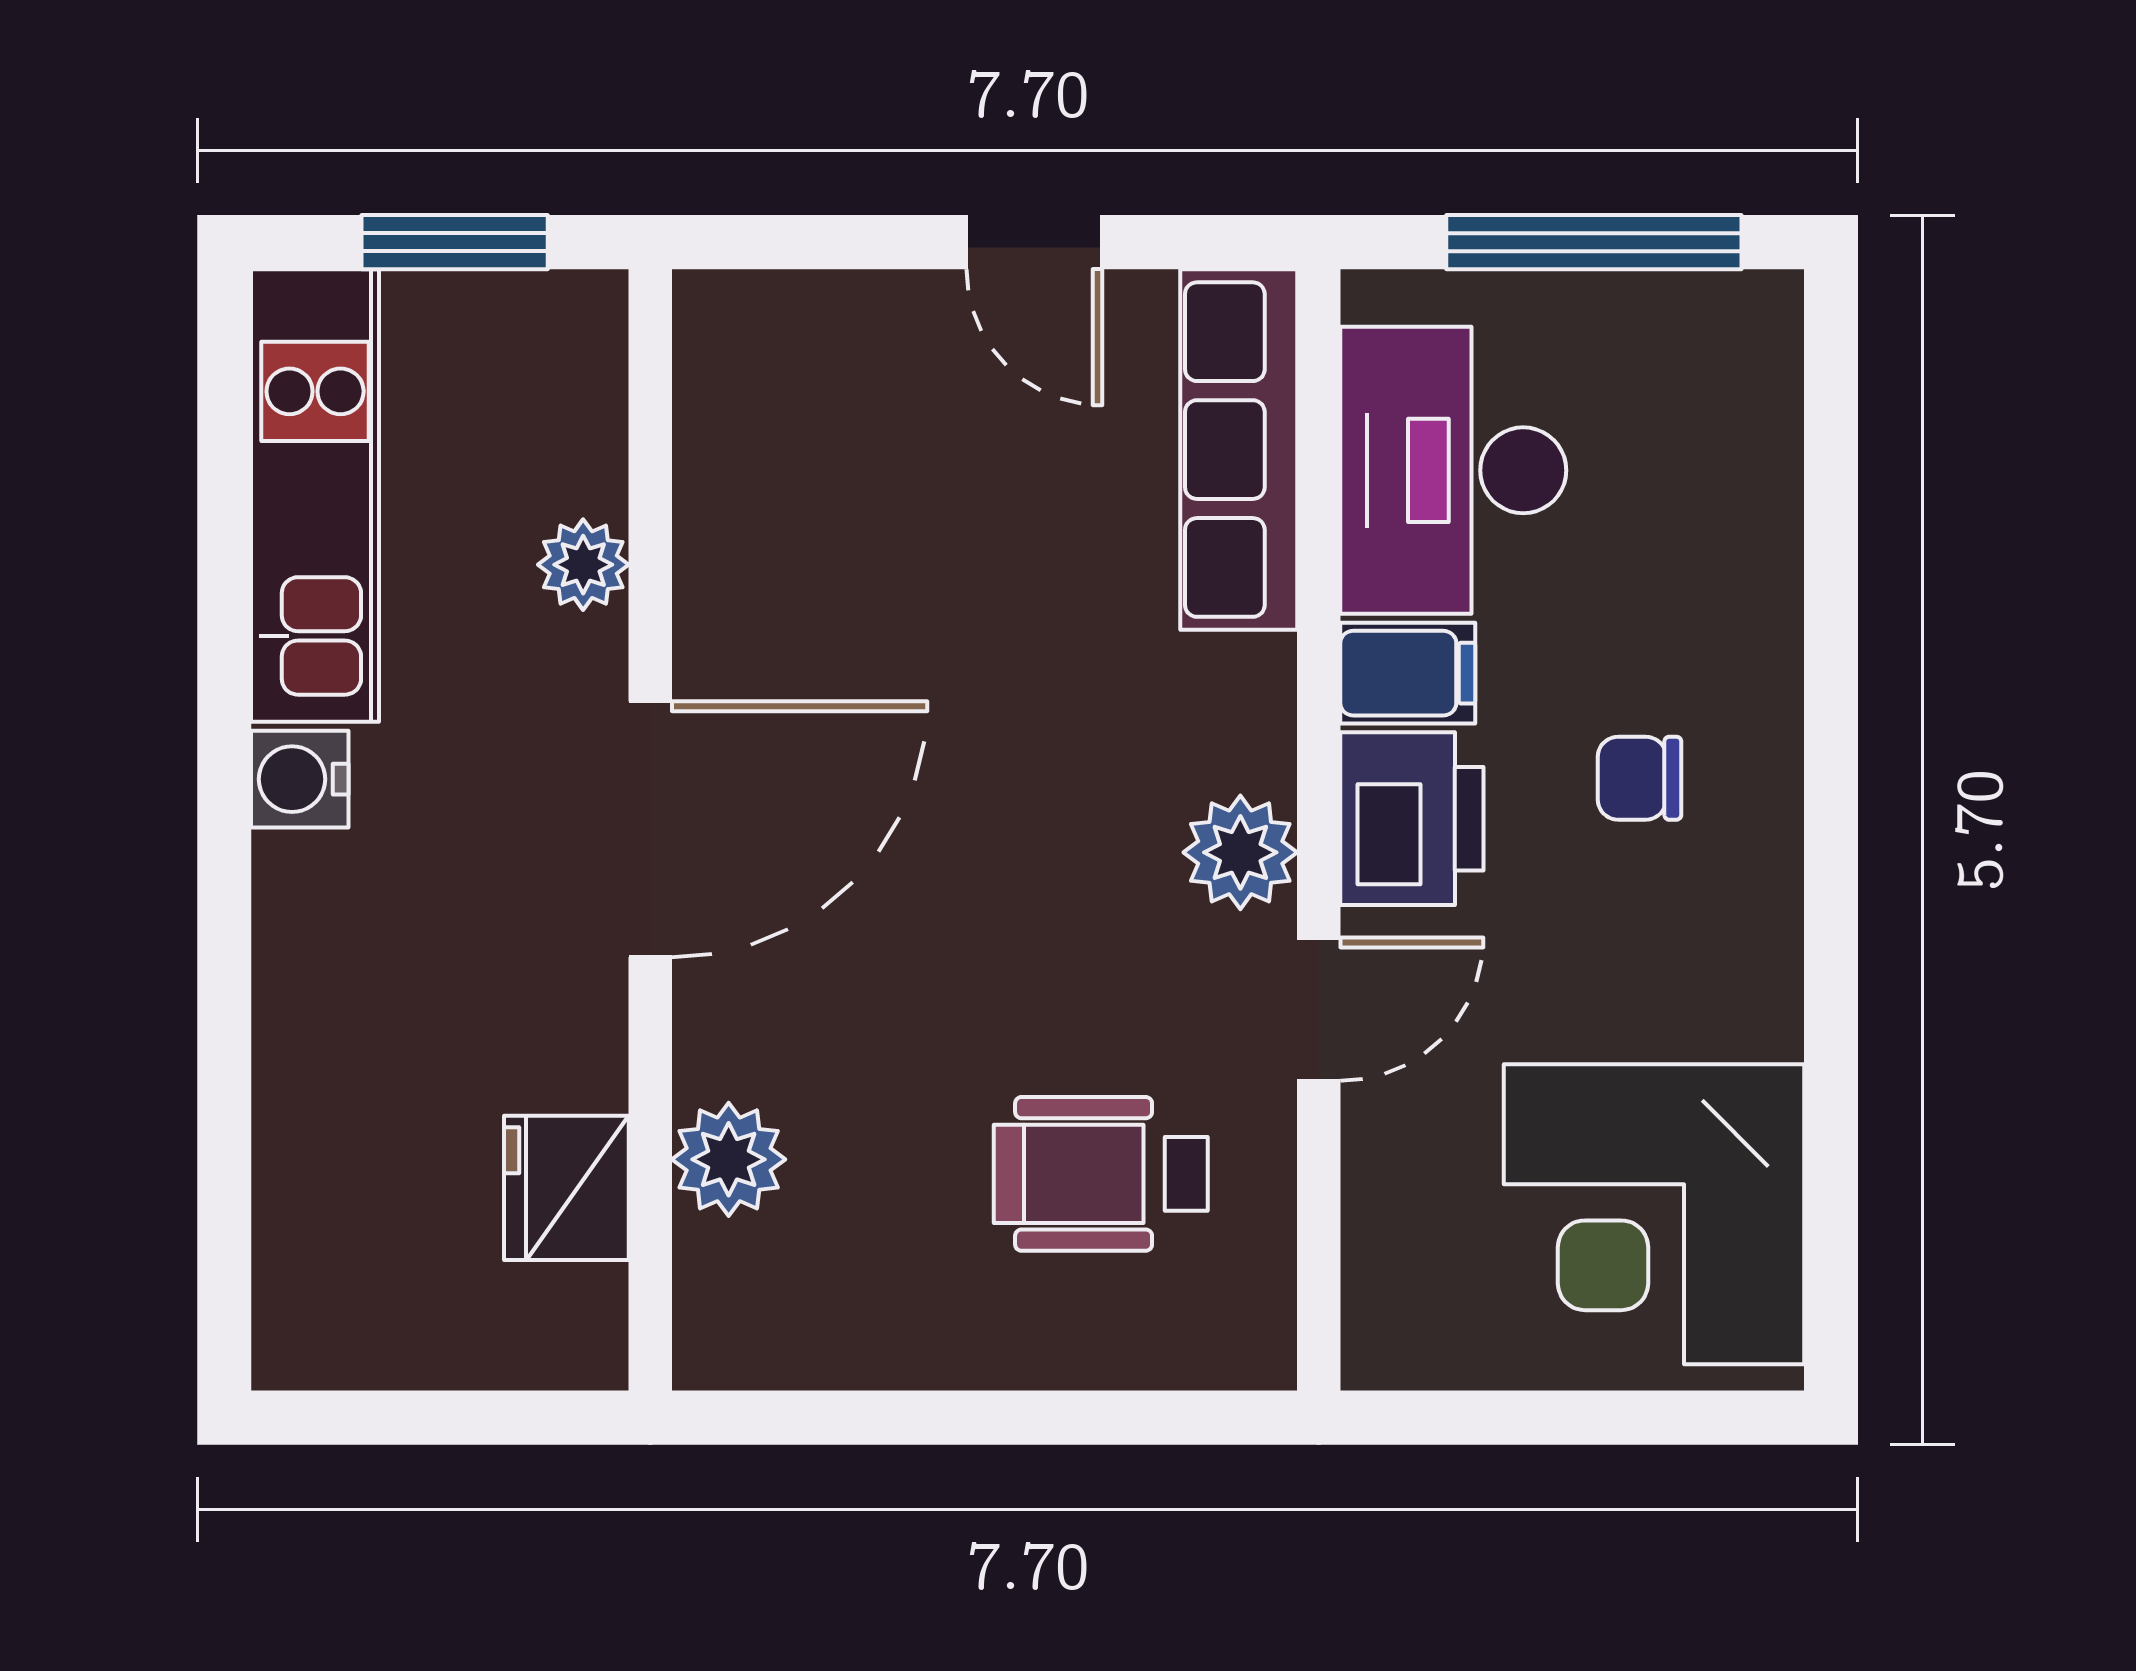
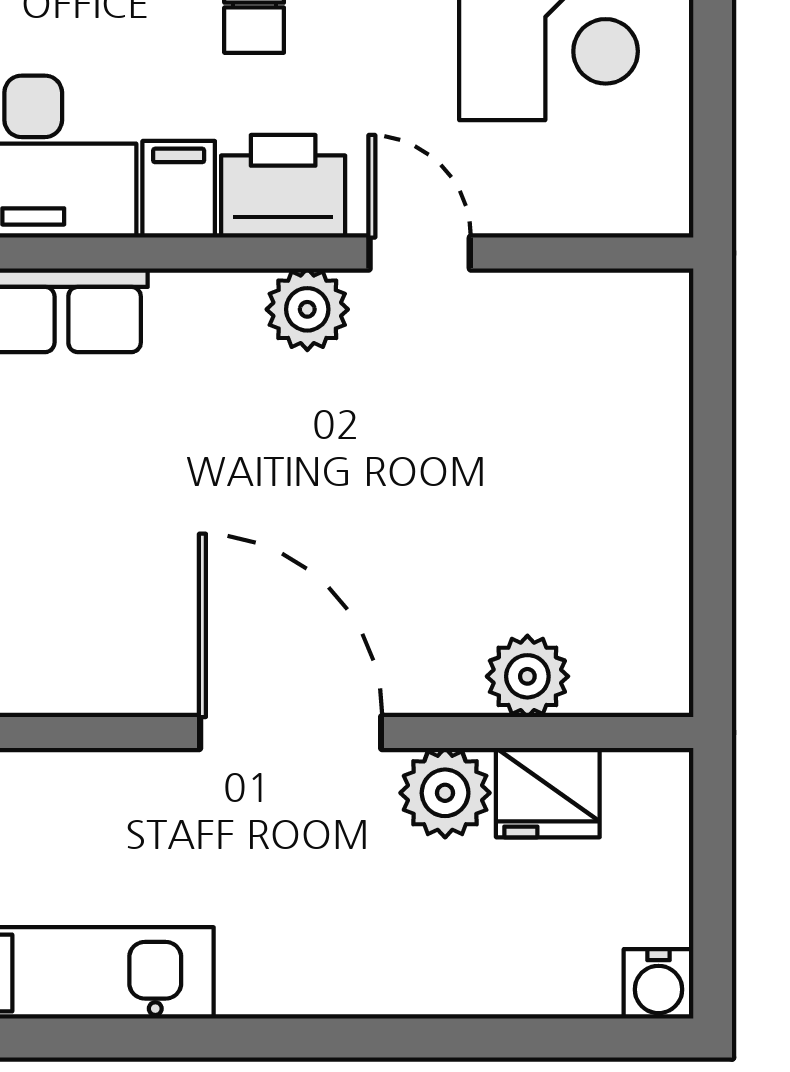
plant: (583, 565) -> (445, 793), moved, width x1.38, depth x1.38
water cooler: (300, 779) -> (658, 984), moved
wheelchair: (1101, 1174) -> (538, 409), removed

